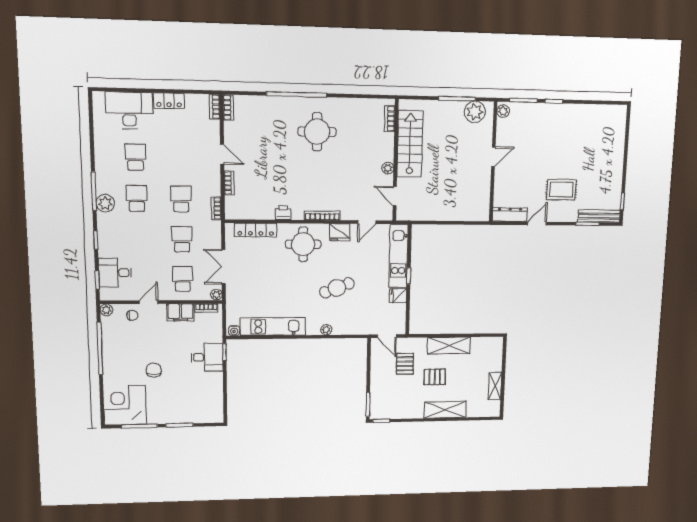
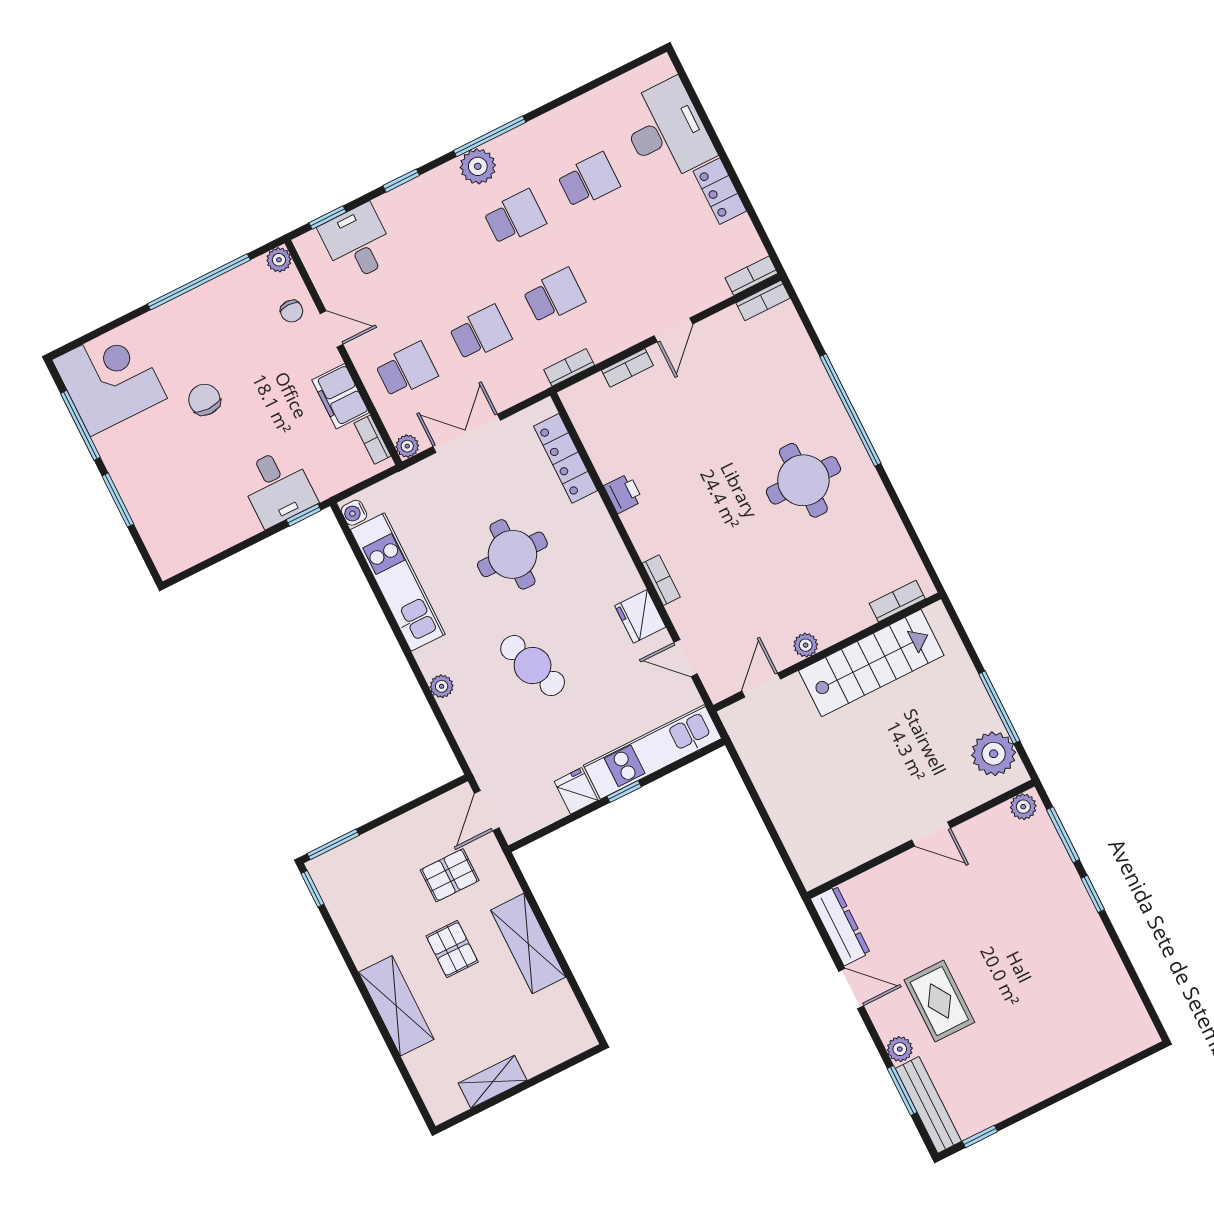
bookcase: (322, 216) -> (661, 580), width x0.64
plant: (571, 216) -> (900, 1049), added
round table: (303, 244) -> (512, 554), moved
chair: (154, 370) -> (204, 400), turned -90

